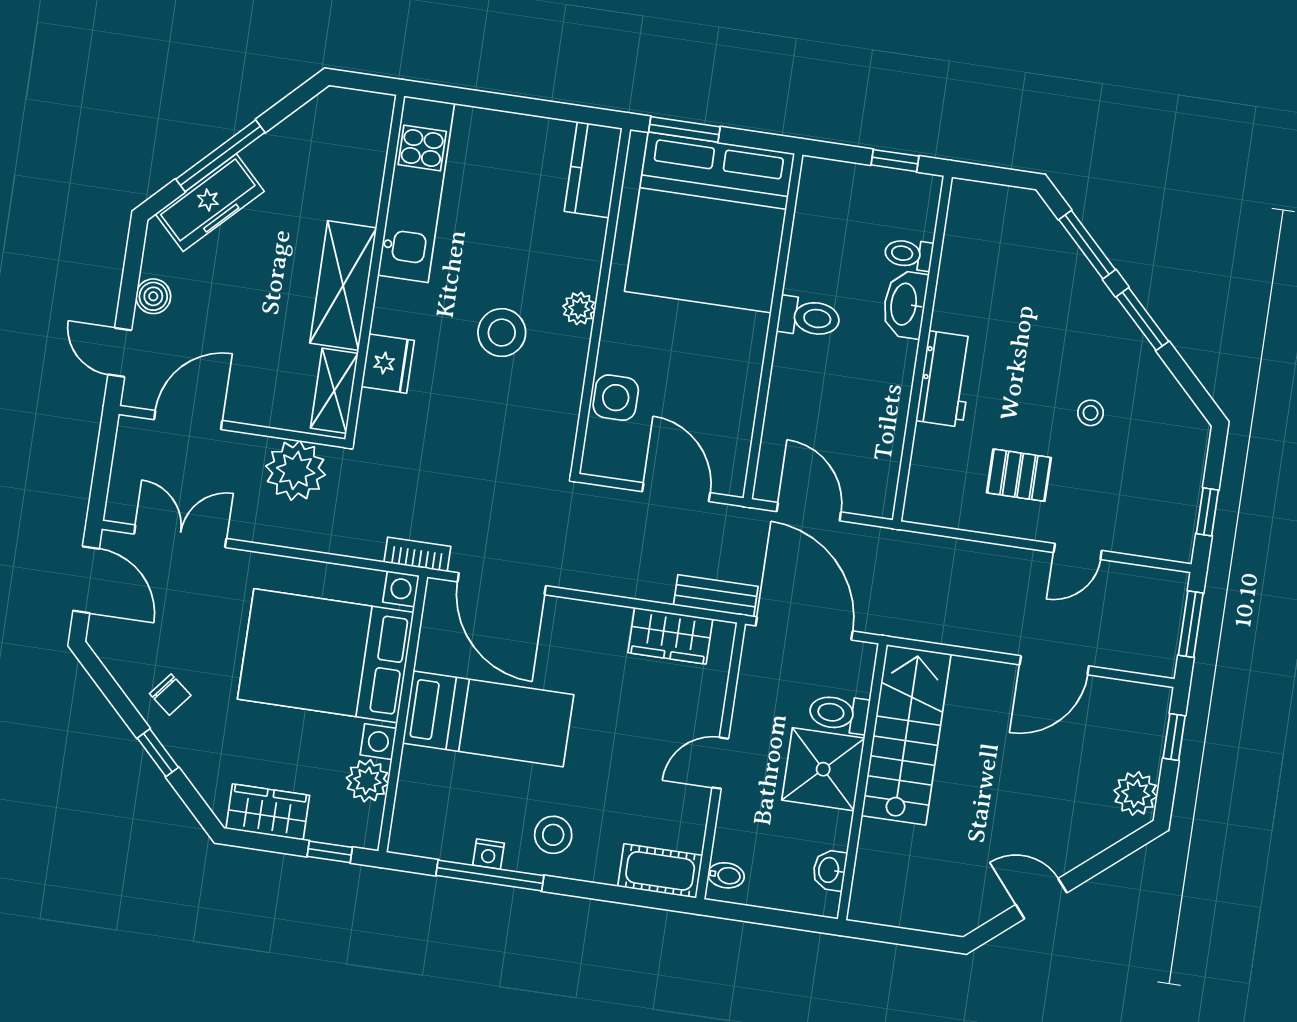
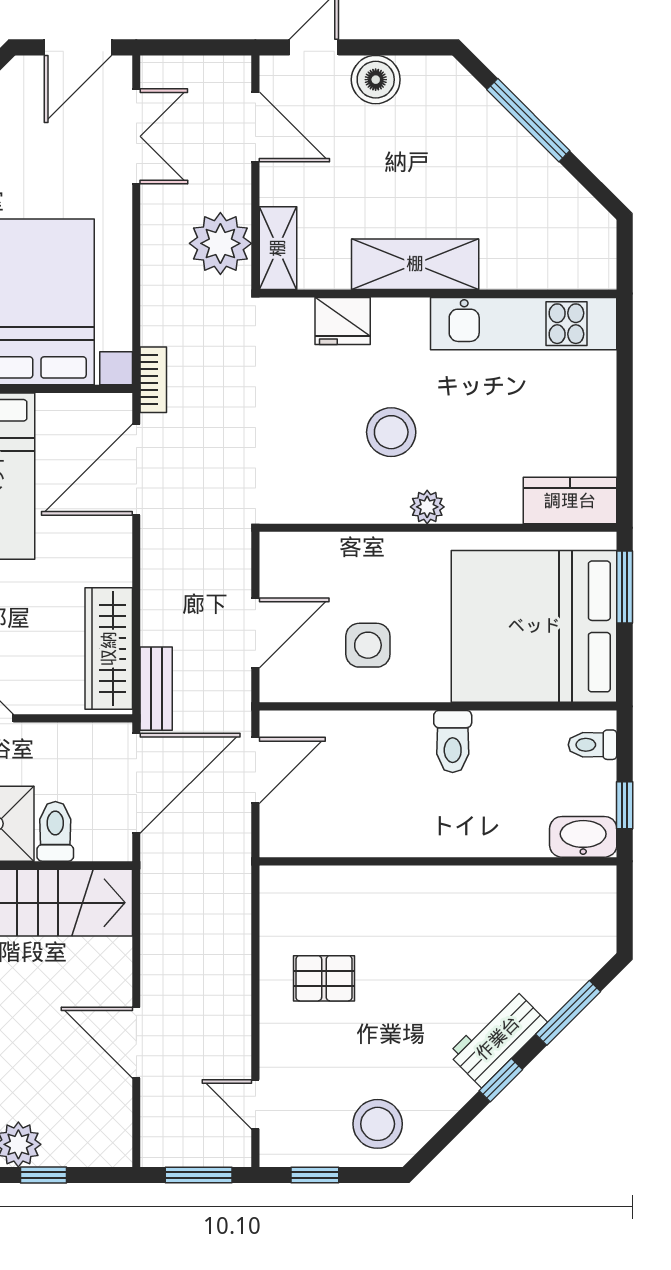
freezer: (210, 203) -> (479, 116), removed
toilet: (909, 254) -> (593, 745), moved, turned -90
boiler: (153, 296) -> (376, 80), width x1.36, depth x1.36
washbasin: (905, 304) -> (583, 837), moved
window: (1142, 319) -> (501, 1080), width x0.67
workbench: (946, 379) -> (498, 1038), moved, turned 135
shelving: (334, 391) -> (278, 248), moved, turned 90
side table: (616, 398) -> (368, 645), moved
stool: (1091, 413) -> (378, 1124), moved, width x1.89, depth x1.89
pallet: (1019, 475) -> (324, 978), turned 90
door: (1078, 551) -> (255, 1104), moved
wardrobe: (670, 636) -> (109, 649), width x1.50
window: (1174, 737) -> (44, 1175), moved

